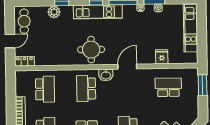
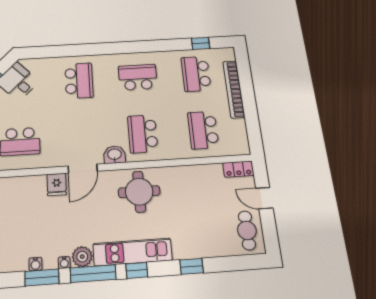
plant: (54, 12) -> (82, 257), moved
door: (10, 41) -> (264, 198), hinge flipped
fridge: (162, 57) -> (57, 184), moved
school desk: (86, 89) -> (143, 134), turned 180

